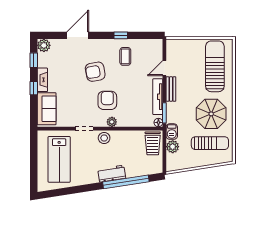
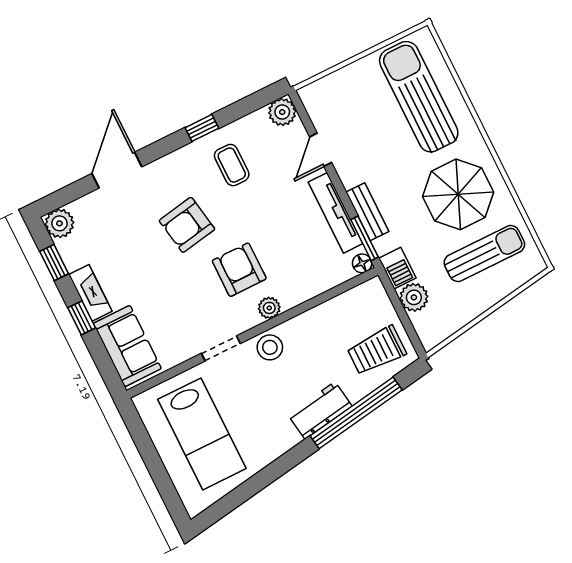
plant: (156, 45) -> (282, 112), added
bench: (171, 89) -> (367, 212), moved
trolley: (153, 143) -> (377, 351), moved, turned 90

